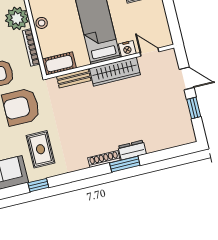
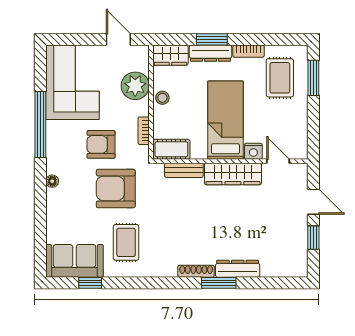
bookcase: (31, 47) -> (144, 131), width x0.64
dresser: (132, 150) -> (238, 269), width x1.44
window: (38, 185) -> (90, 283), moved

